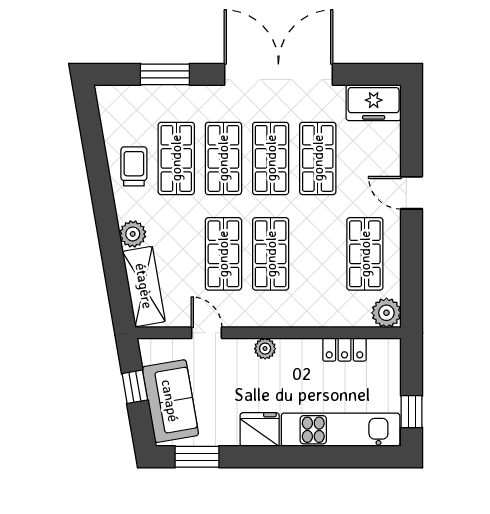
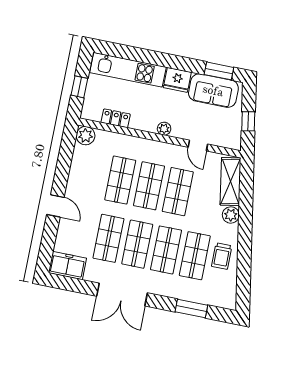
double door: (278, 74) -> (122, 294), width x0.73
shop shelf: (365, 254) -> (120, 180), moved
sofa: (170, 401) -> (213, 91), moved, turned -80
window: (412, 412) -> (79, 87), moved

